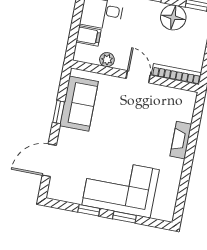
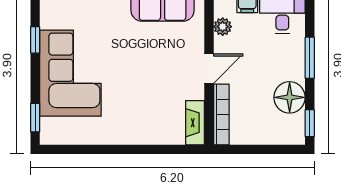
fireplace: (181, 140) -> (195, 123), moved, turned -90
window: (124, 217) -> (35, 118), moved

